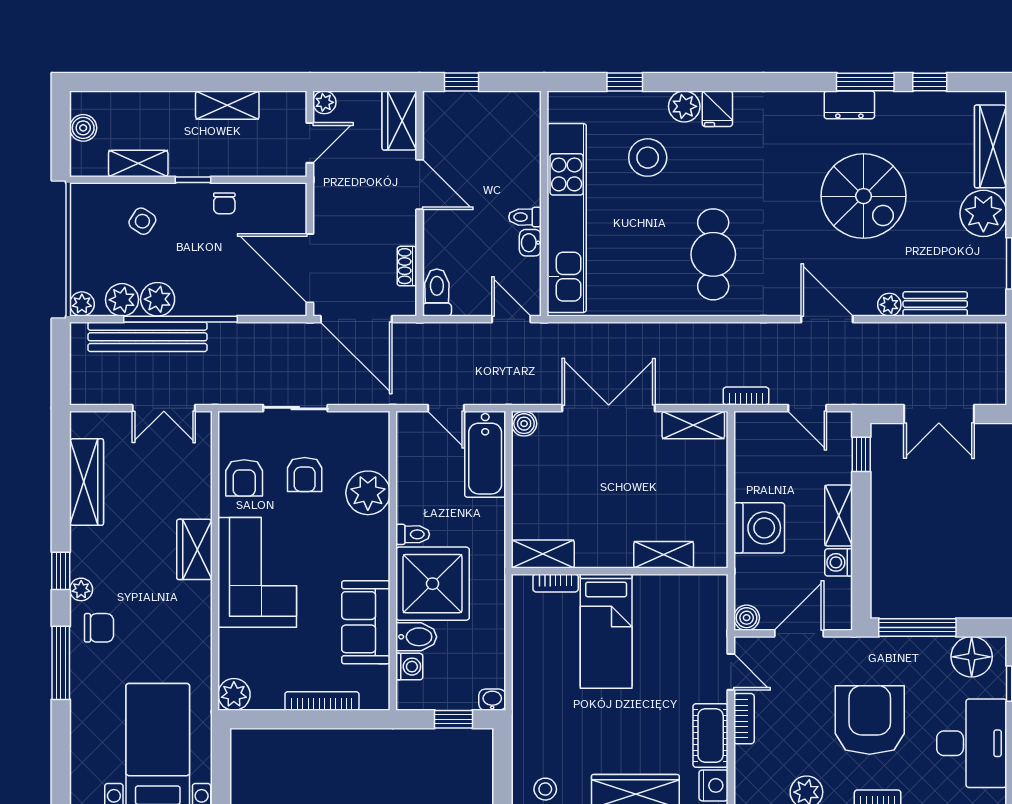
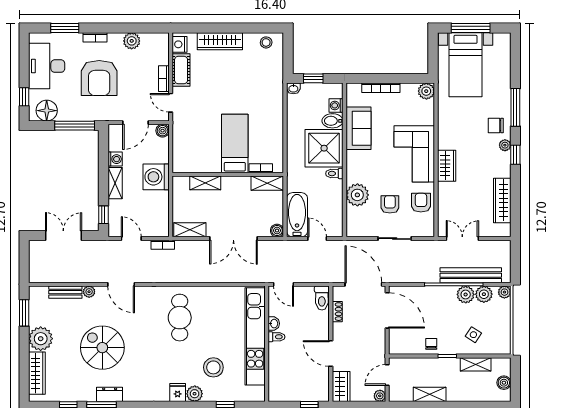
shelving: (543, 554) -> (267, 183), moved
shelving: (664, 555) -> (205, 183), moved
wall: (620, 571) -> (228, 174), moved
bookcase: (556, 583) -> (261, 168), moved
bed: (606, 631) -> (235, 144), moved

